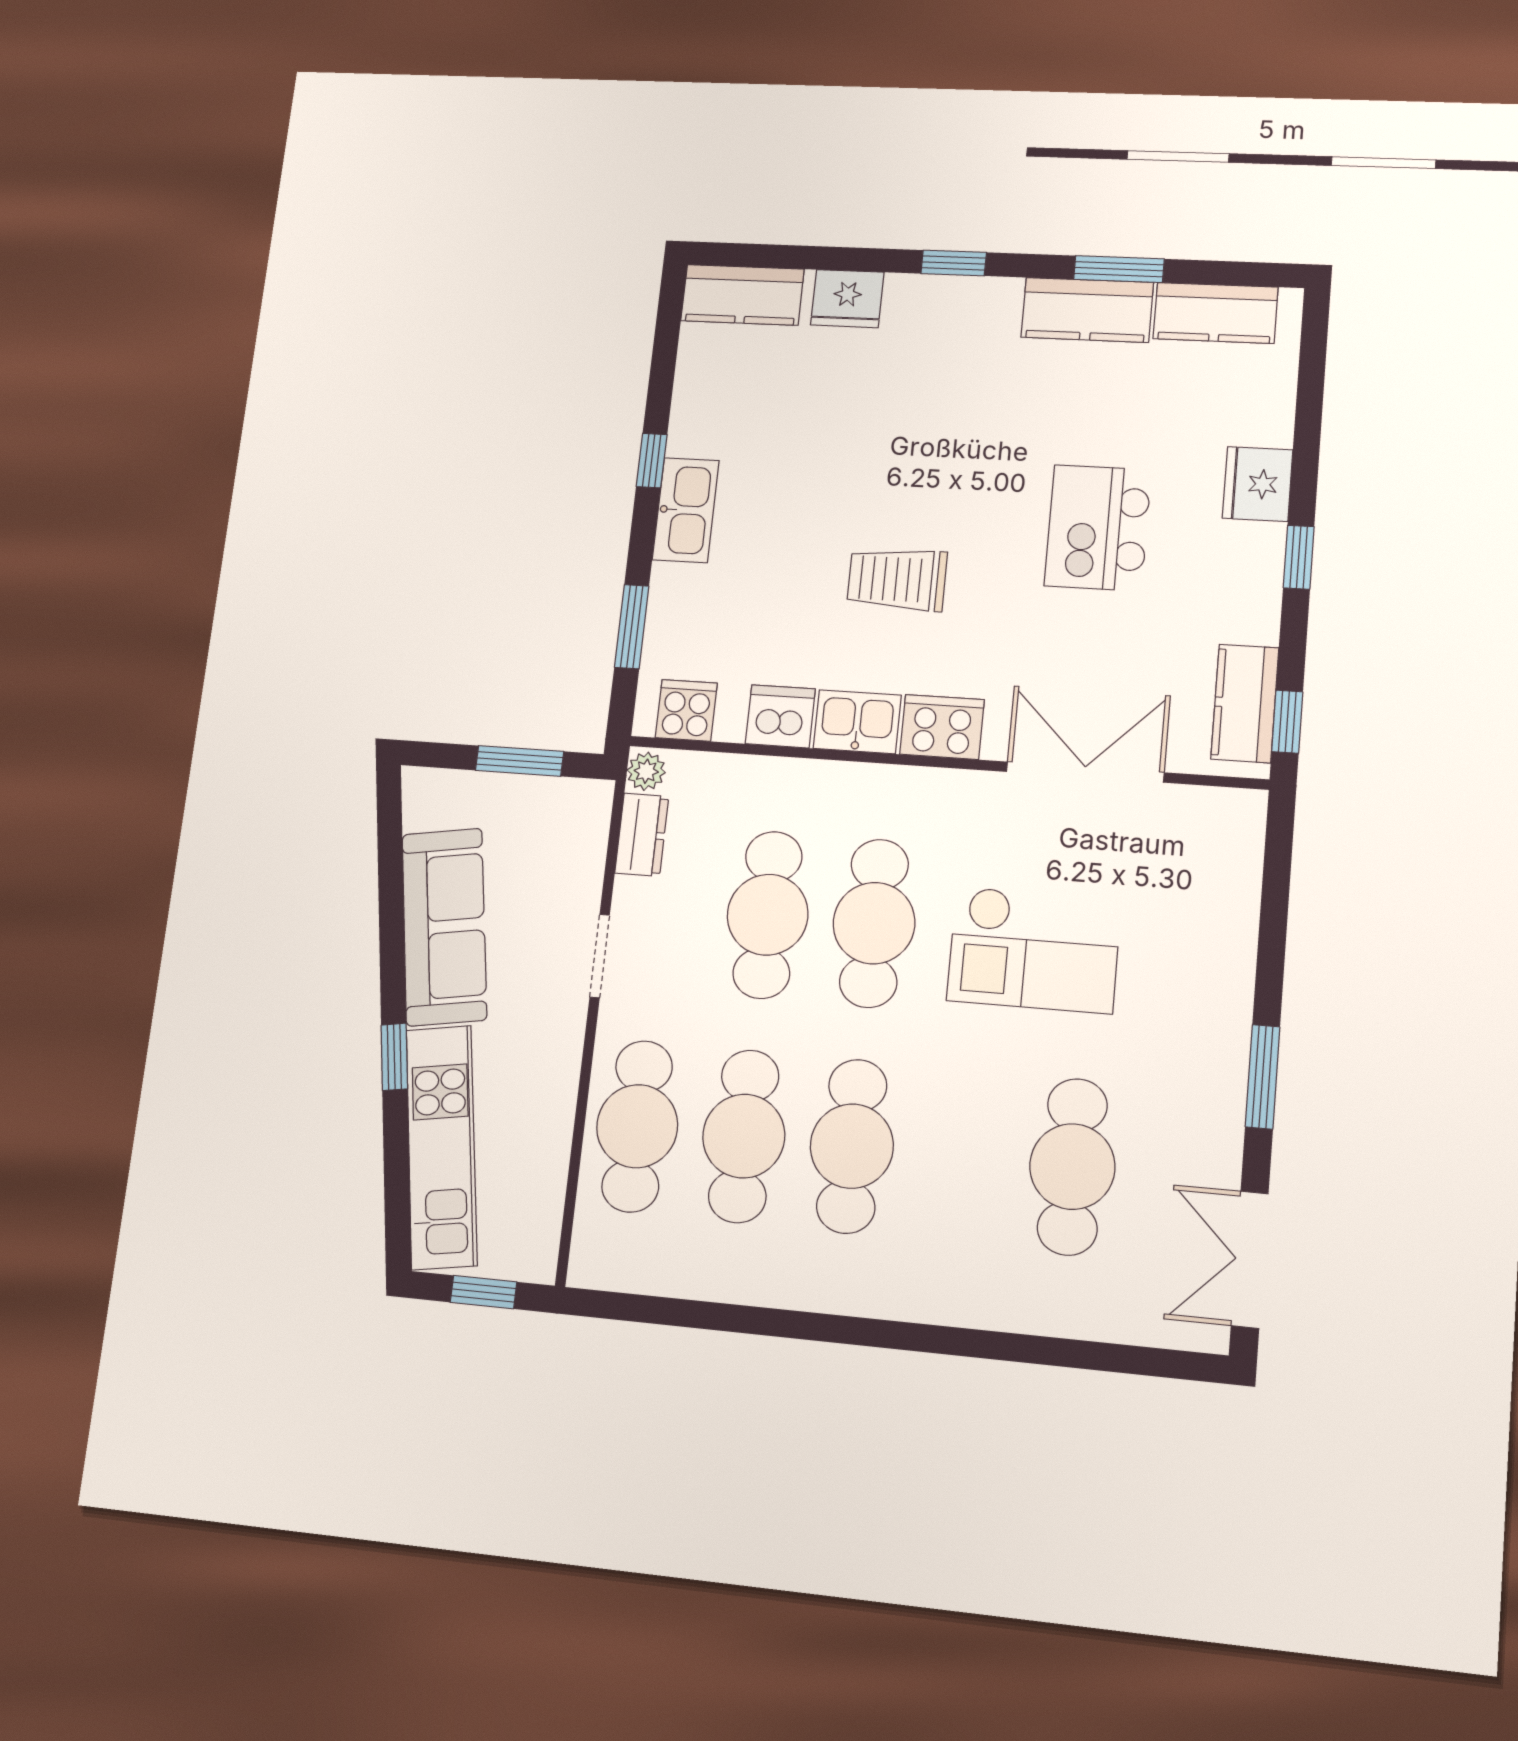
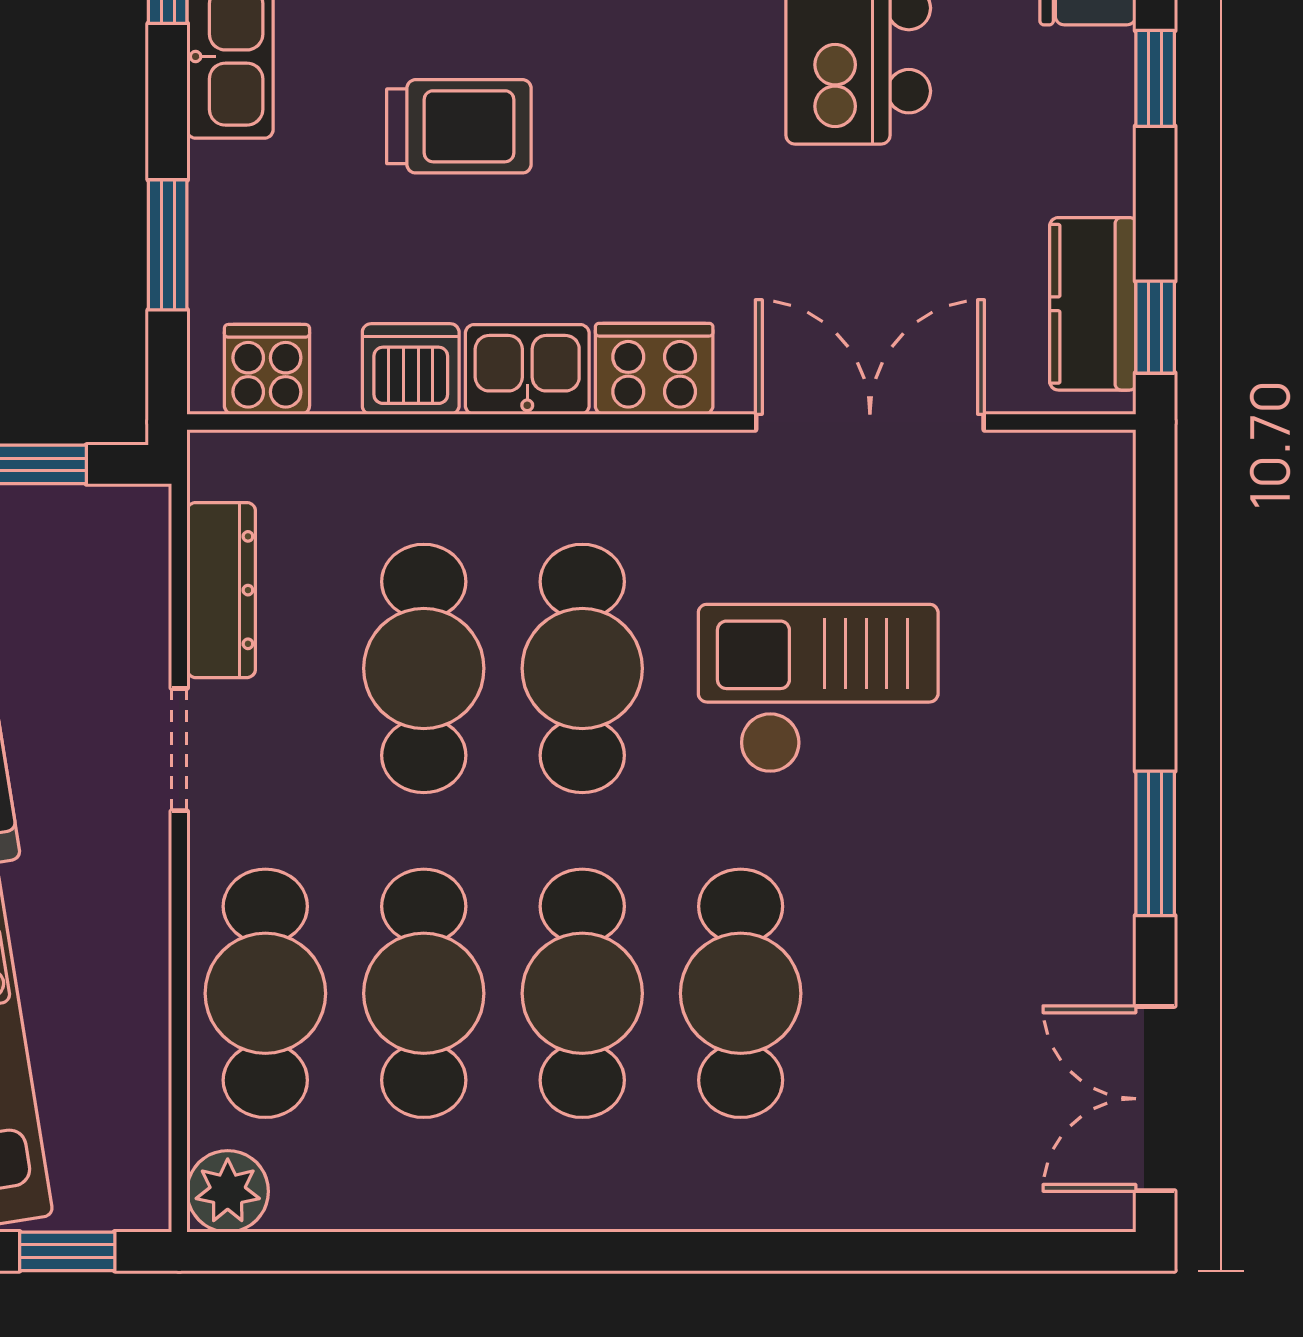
trolley: (897, 579) -> (459, 126), moved, turned 180
plant: (646, 771) -> (228, 1191), moved, width x1.38, depth x1.38
dresser: (642, 835) -> (221, 590), width x1.44
checkout: (1034, 950) -> (818, 689), turned 180
cafe table: (1072, 1167) -> (741, 993), moved

